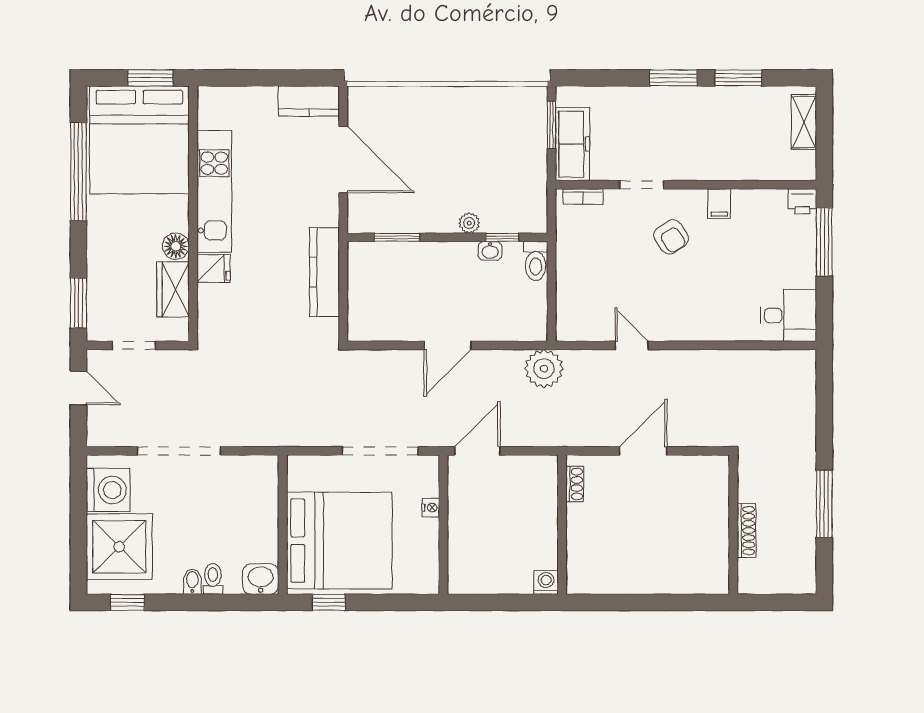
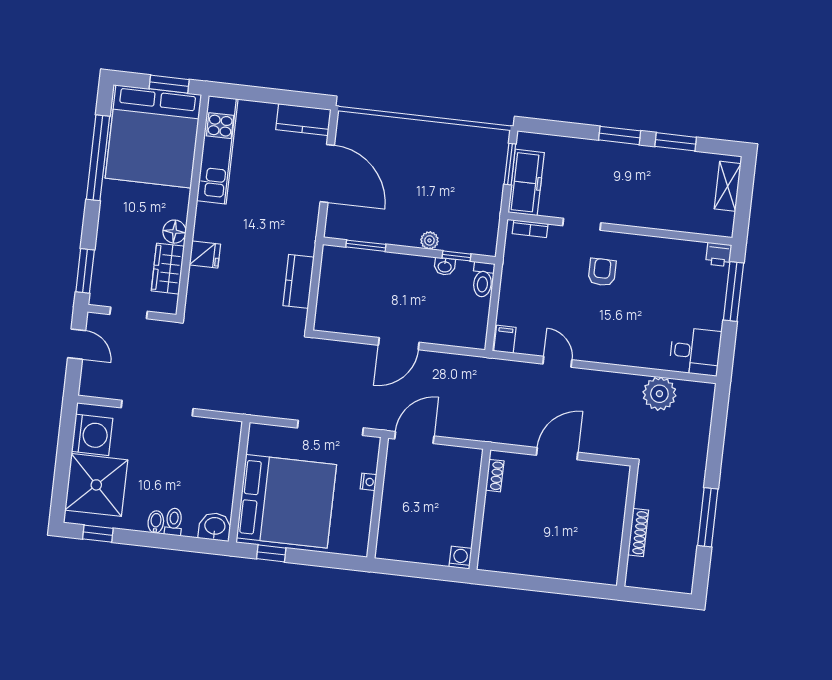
kitchen unit: (214, 191) -> (217, 150), moved
filing cabinet: (719, 204) -> (505, 339), moved, turned 180
armchair: (671, 237) -> (602, 272), turned -147
kitchen counter: (324, 272) -> (299, 281), width x0.67
plant: (544, 369) -> (659, 394), moved

